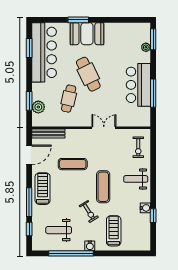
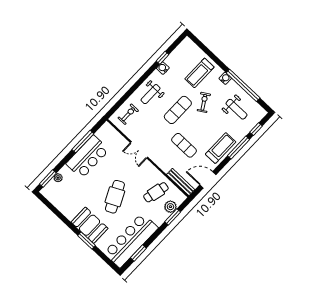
cafe table: (69, 99) -> (156, 192), moved
weight bench: (136, 179) -> (151, 94), turned 90
treadmill: (43, 189) -> (221, 148), turned 180

